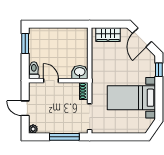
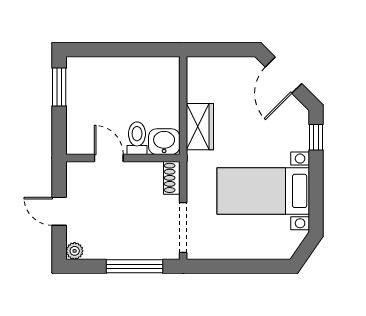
wardrobe: (108, 35) -> (200, 127), moved, turned -90
toilet: (34, 70) -> (137, 138), moved

